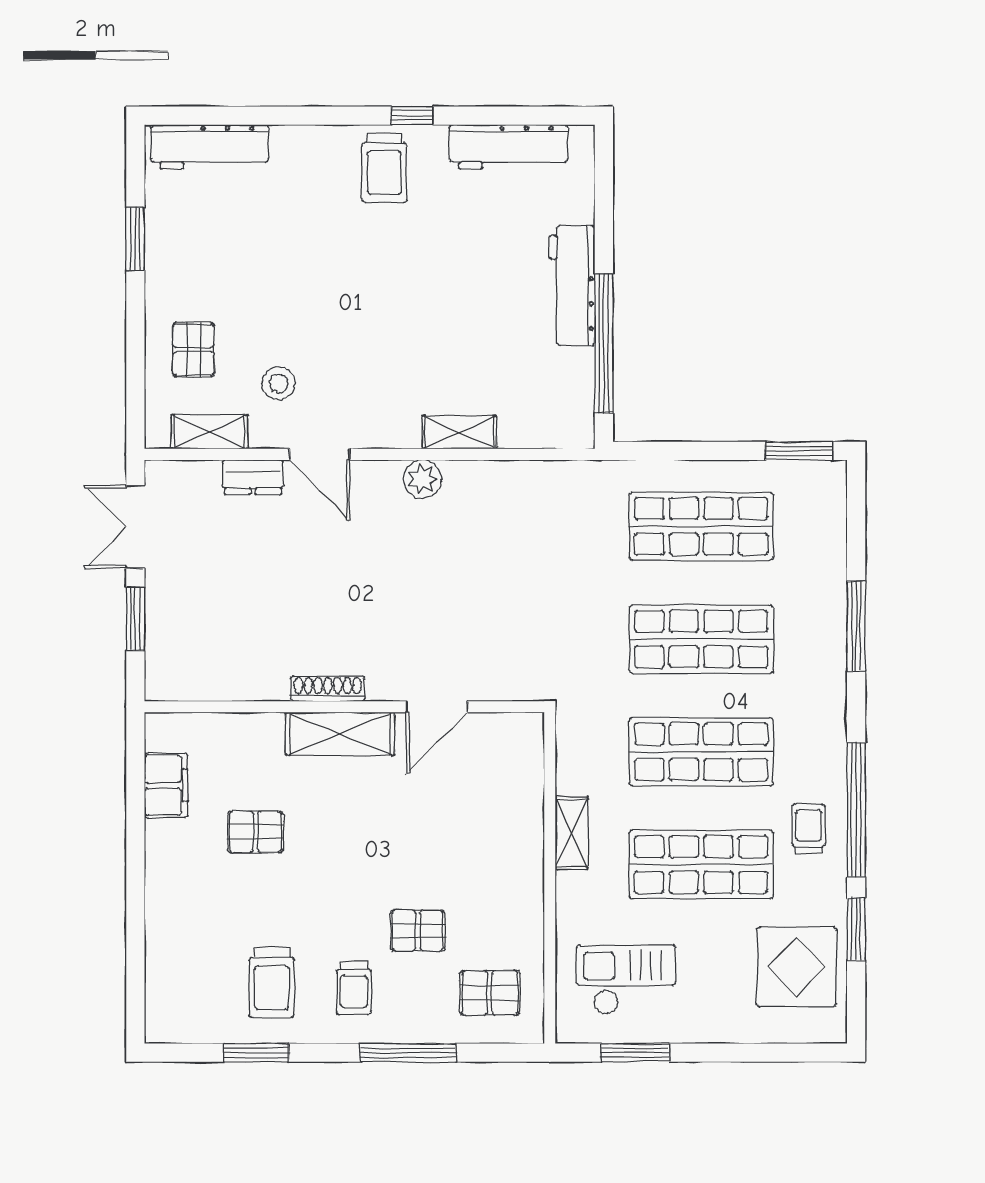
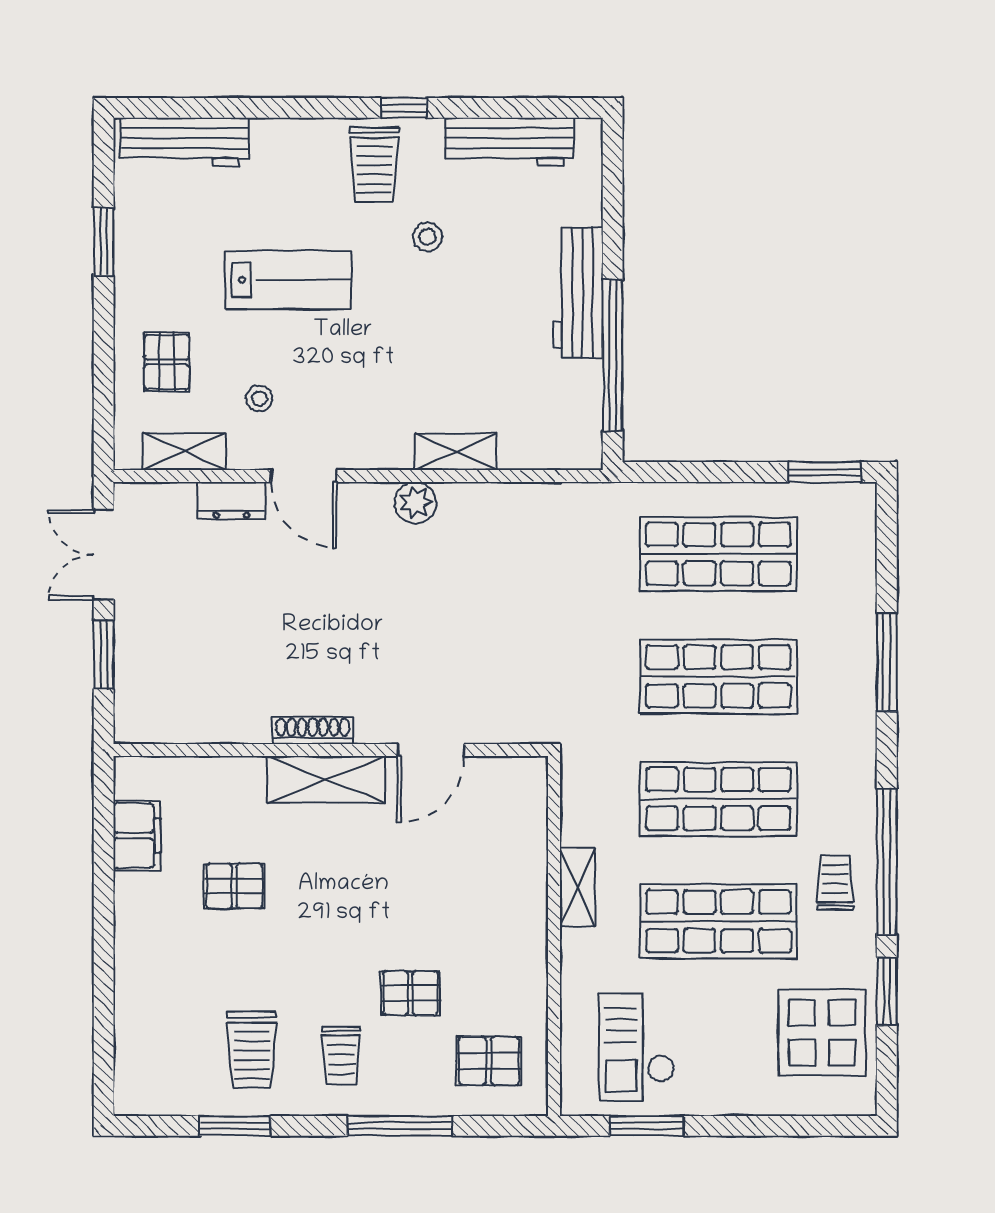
stool: (433, 234) -> (428, 237), added
lab bench: (305, 274) -> (288, 280), added
stool: (279, 383) -> (259, 399), width x0.73, depth x0.73
checkout: (626, 980) -> (637, 1047), turned -90

